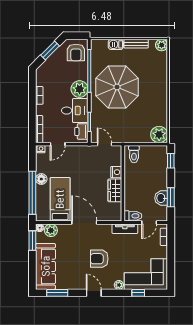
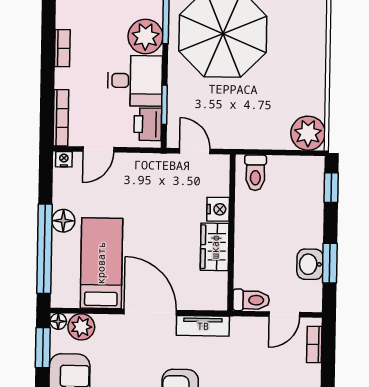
tv unit: (125, 229) -> (203, 326), moved

